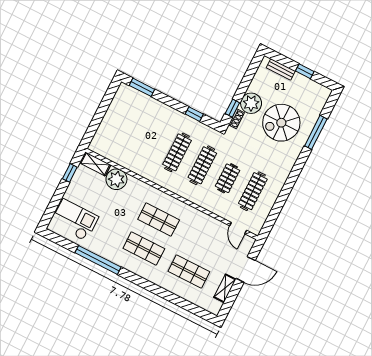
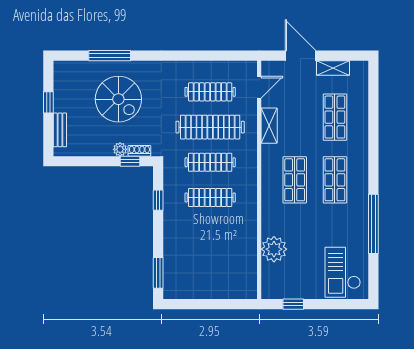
plant: (251, 103) -> (120, 149), width x0.53, depth x0.53
shelving: (95, 164) -> (269, 126), moved
clothes rail: (228, 178) -> (210, 127), width x1.86, depth x1.31

